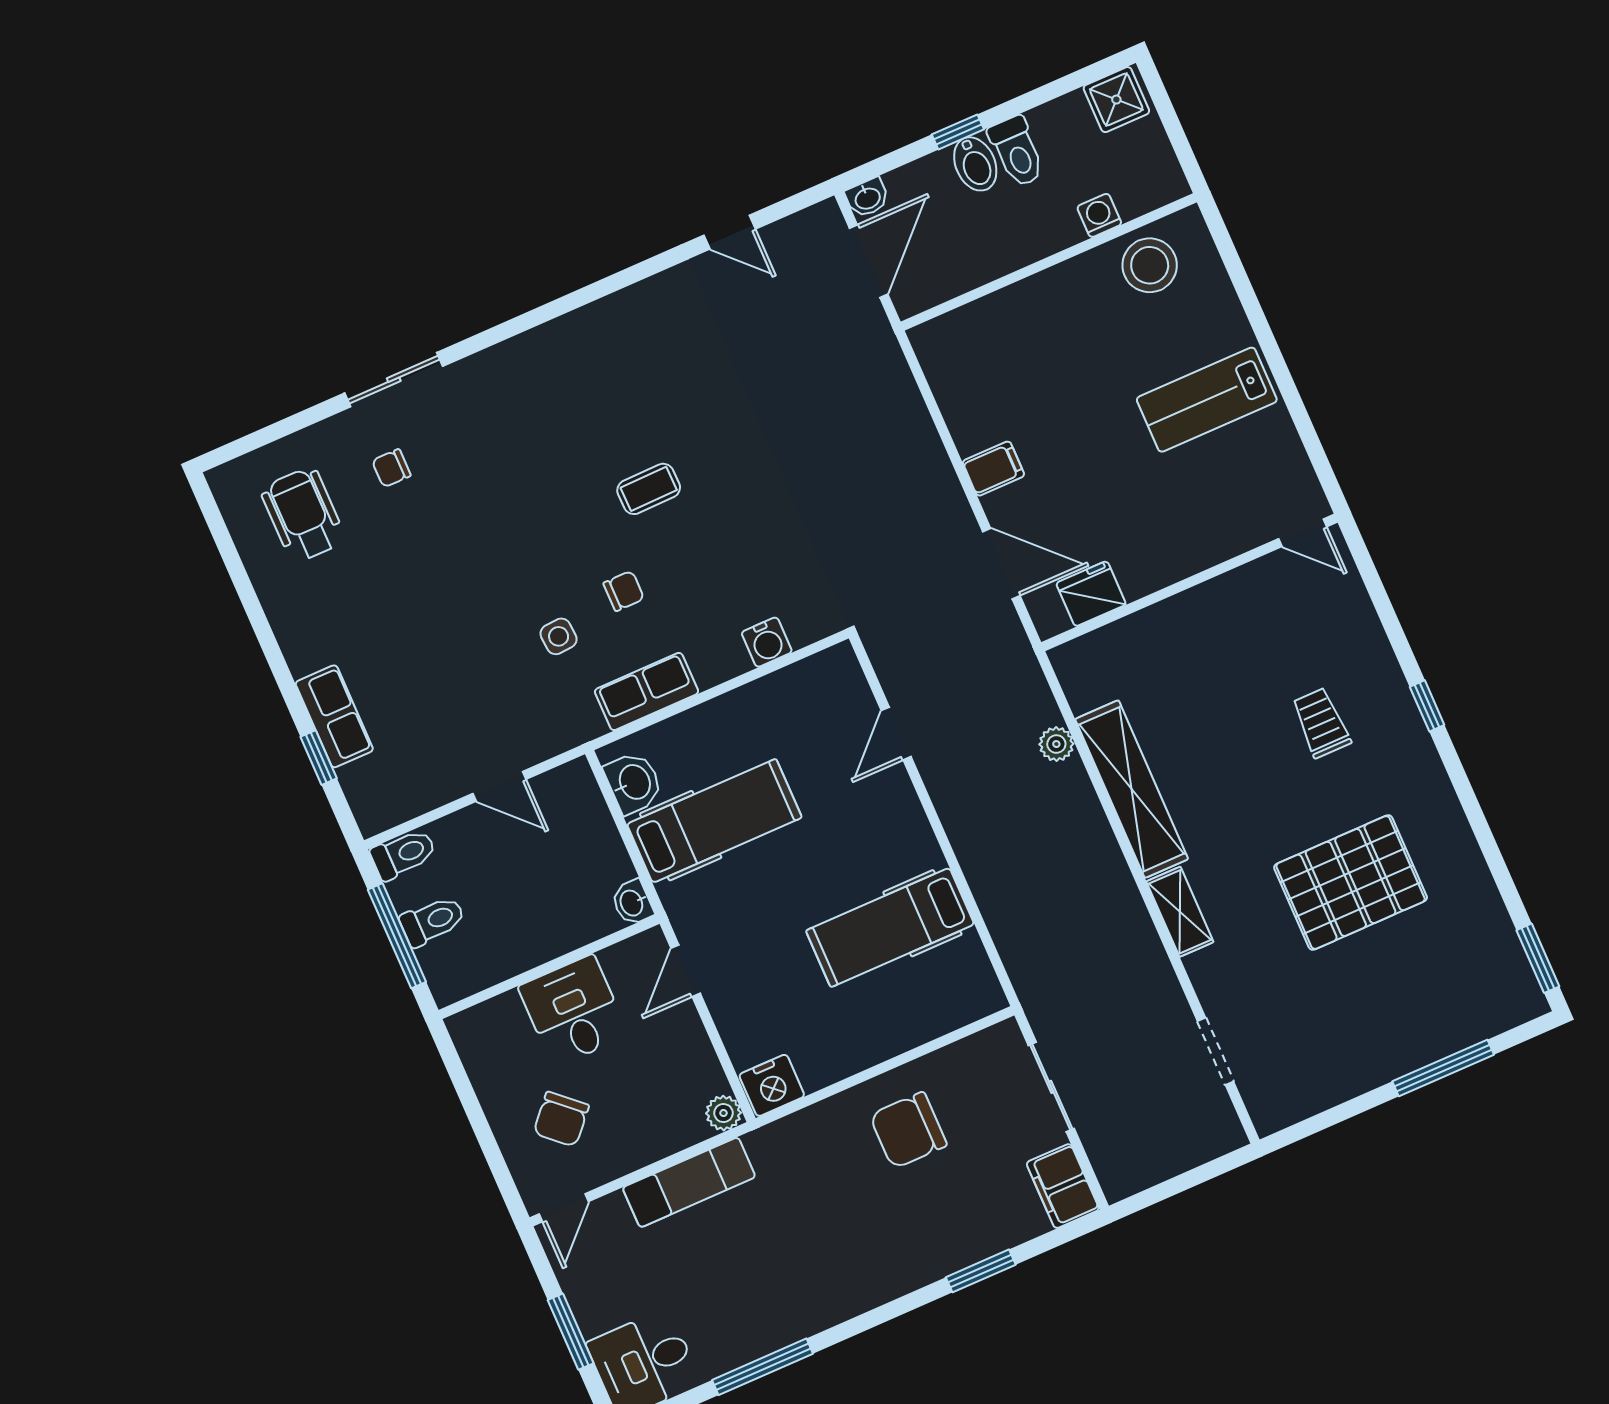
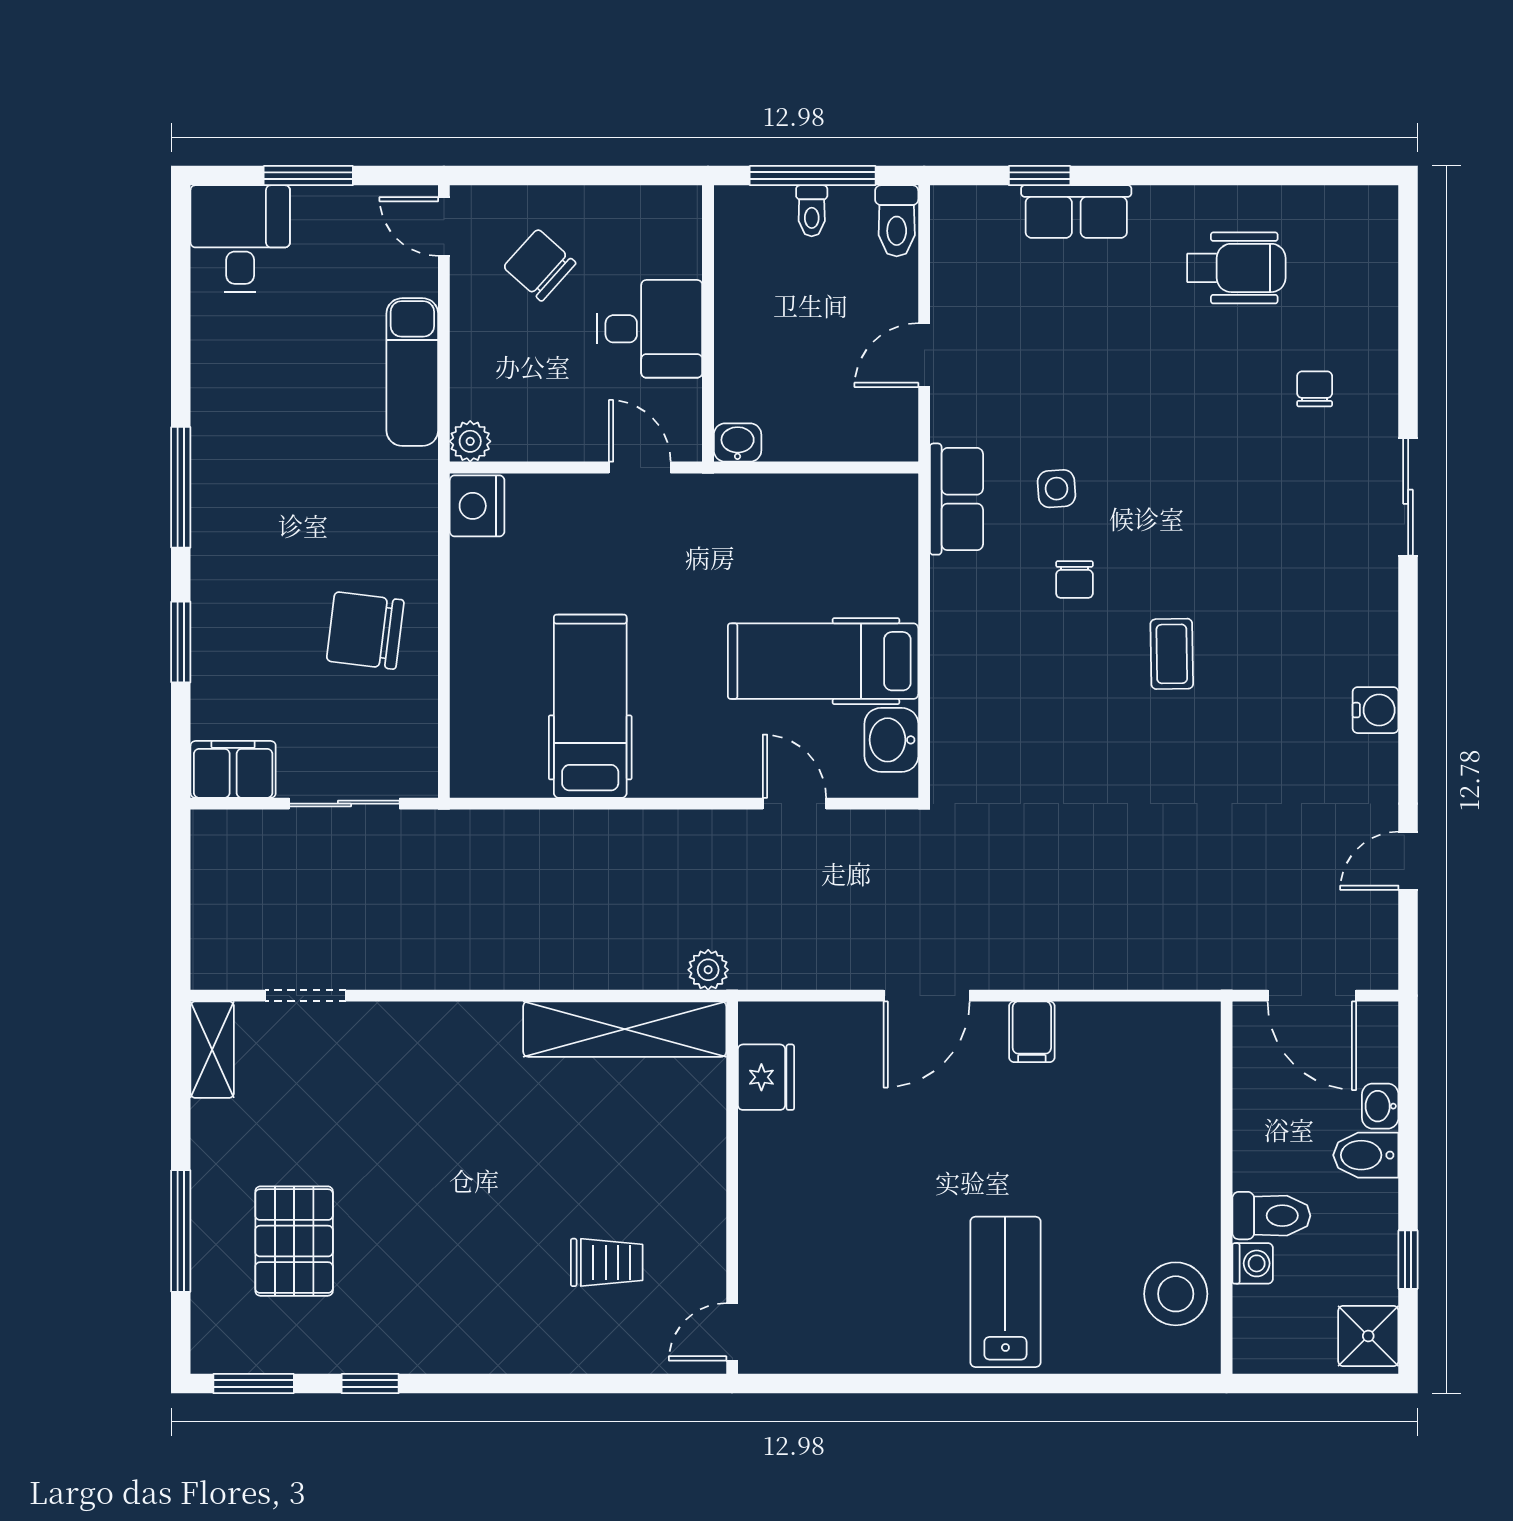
window: (958, 132) -> (1408, 1260), moved
toilet: (1017, 152) -> (1271, 1216), moved, turned 180
washbasin: (867, 198) -> (1380, 1106), moved
sliding door: (394, 380) -> (1408, 497), moved
wheelchair: (303, 515) -> (1236, 268), moved
door: (1303, 533) -> (732, 1332), moved
wall: (1189, 582) -> (732, 1188), moved
fridge: (1091, 594) -> (766, 1077), moved
water cooler: (767, 642) -> (1375, 710), moved, turned 180
row of seats: (646, 691) -> (956, 499), moved
window: (1427, 706) -> (370, 1384), moved
washbasin: (634, 783) -> (891, 740), moved, turned 90
hospital bed: (714, 821) -> (823, 661), moved, turned 90
pallet: (1351, 882) -> (294, 1241), moved, width x0.73, depth x0.71
shelving: (1180, 912) -> (212, 1050), moved, turned 90
toilet: (432, 921) -> (812, 211), width x0.73, depth x0.72
chair: (908, 1130) -> (365, 630), turned -83
window: (763, 1367) -> (181, 487), moved

